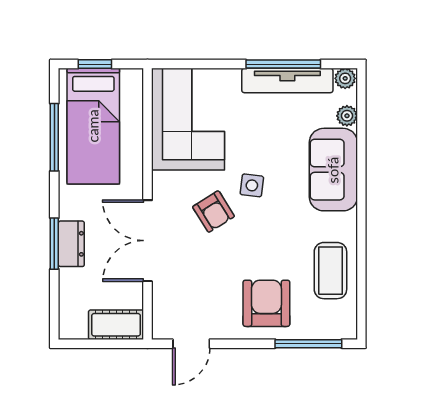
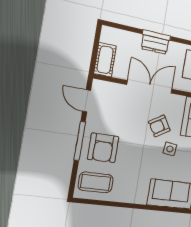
coffee table: (330, 271) -> (96, 182), moved
armchair: (266, 303) -> (103, 148), turned 90
window: (308, 344) -> (80, 141), moved

